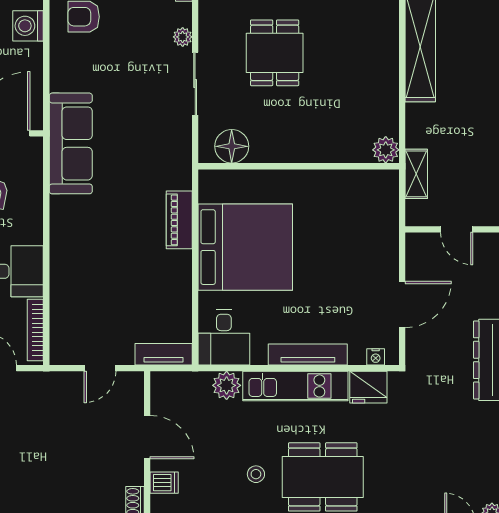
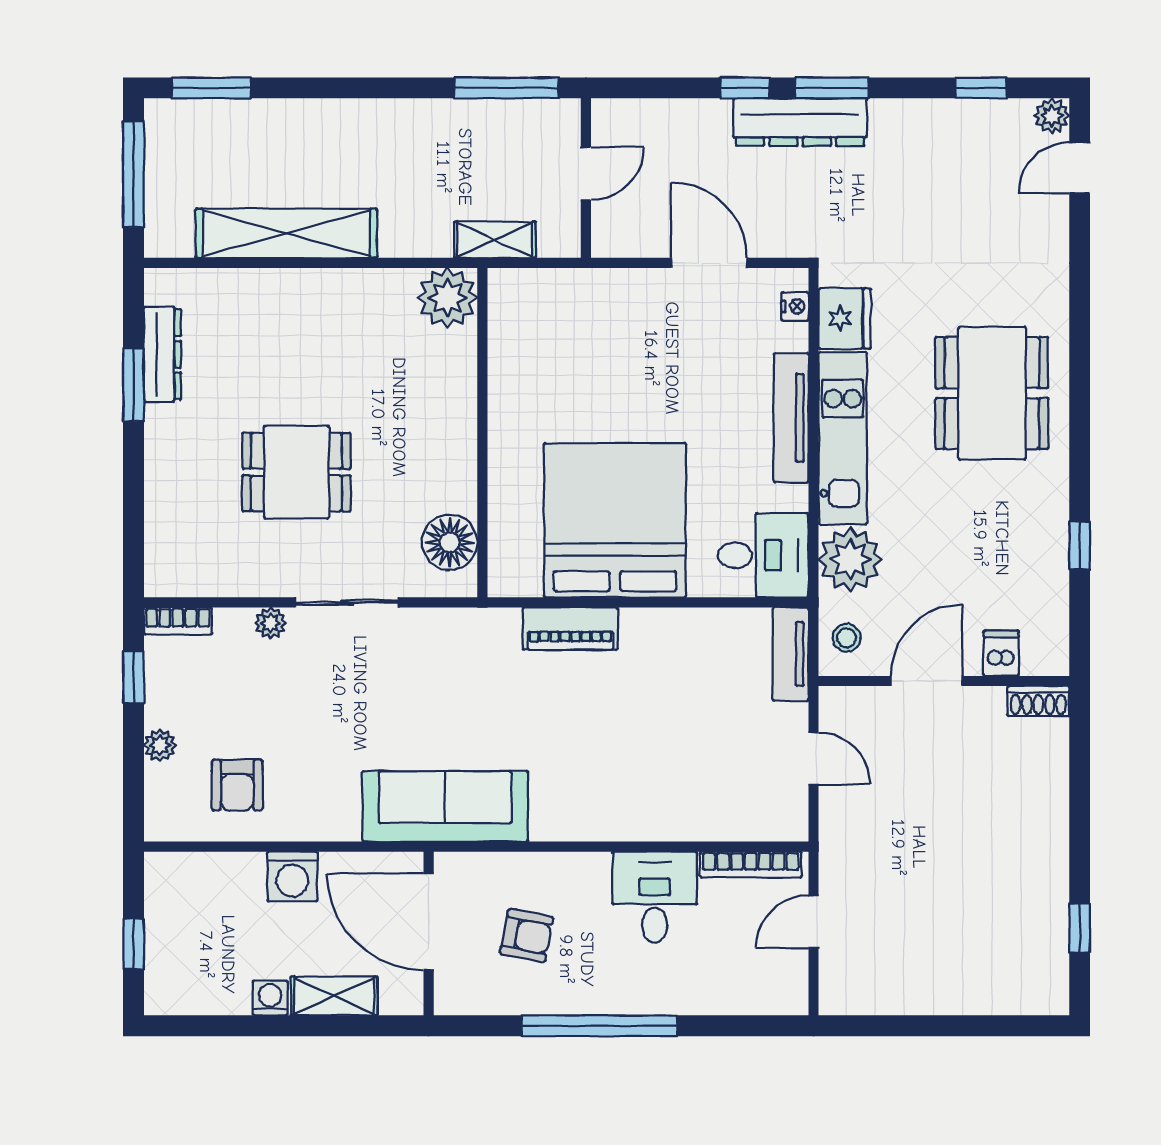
washing machine: (28, 26) -> (292, 876), moved
plant: (386, 150) -> (447, 298), width x1.36, depth x1.36
plant: (227, 385) -> (850, 559), width x1.36, depth x1.36
stool: (256, 474) -> (847, 638), moved

